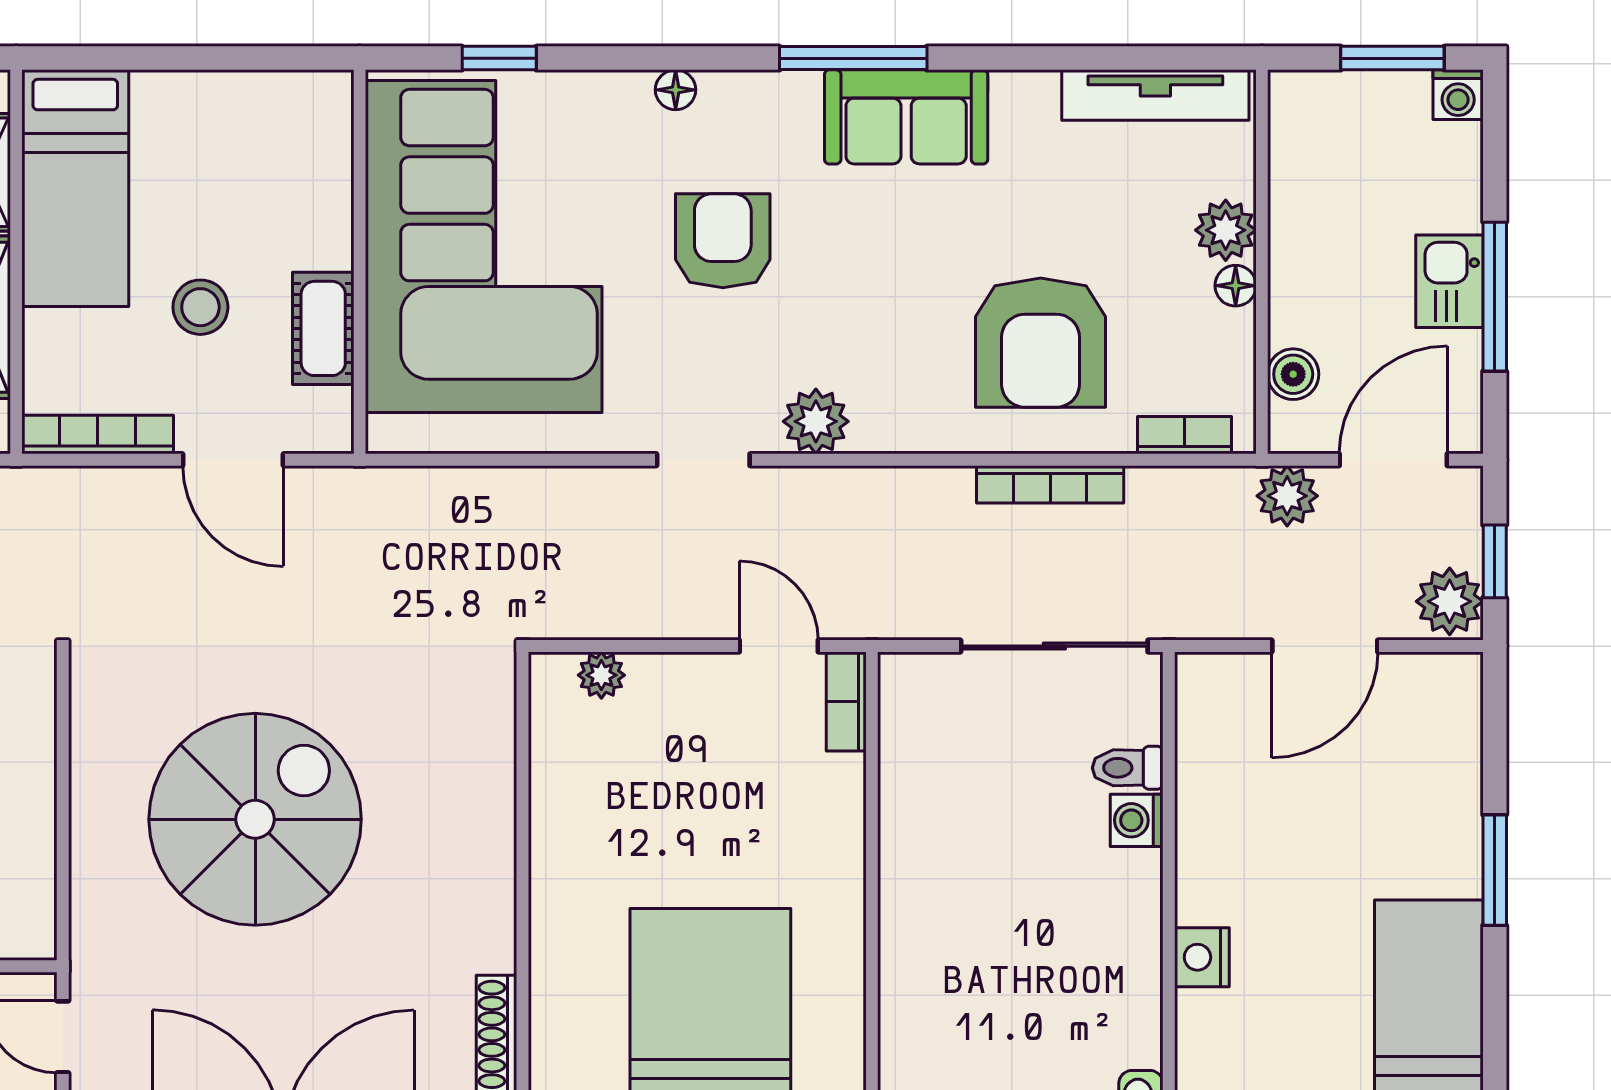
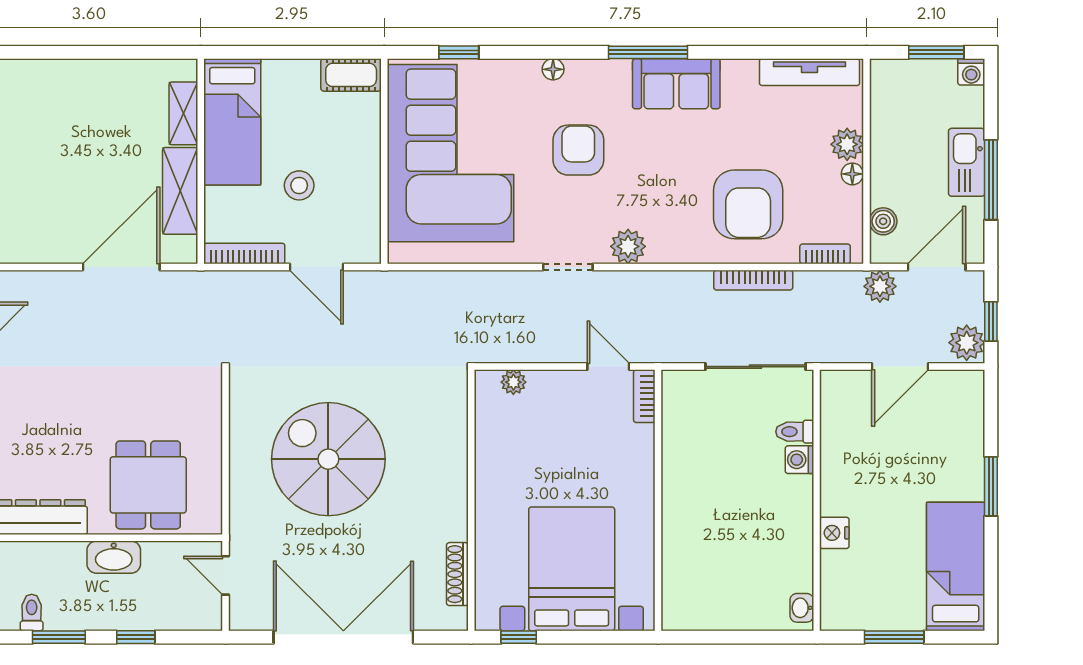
kitchen sink: (1449, 281) -> (967, 162), width x1.38
cot: (323, 328) -> (351, 75), moved, turned 90
spiral stairs: (255, 819) -> (328, 459), turned -90

